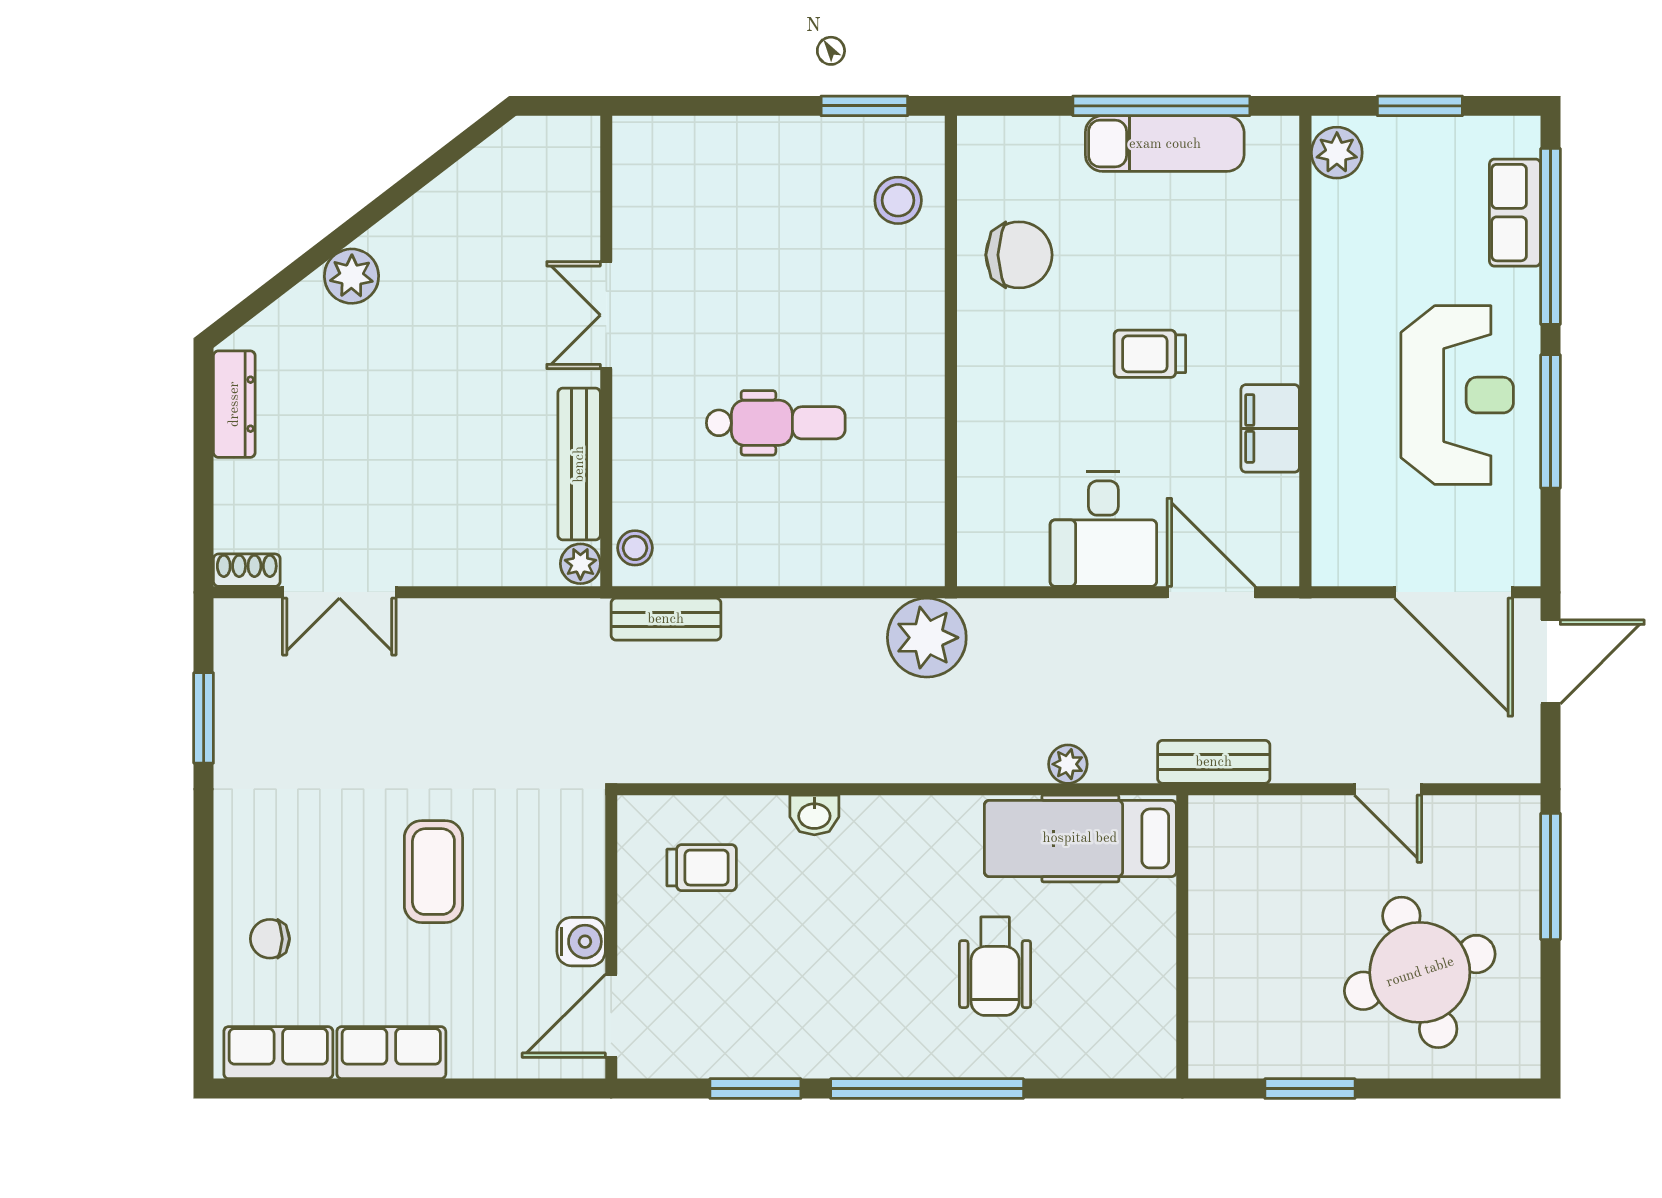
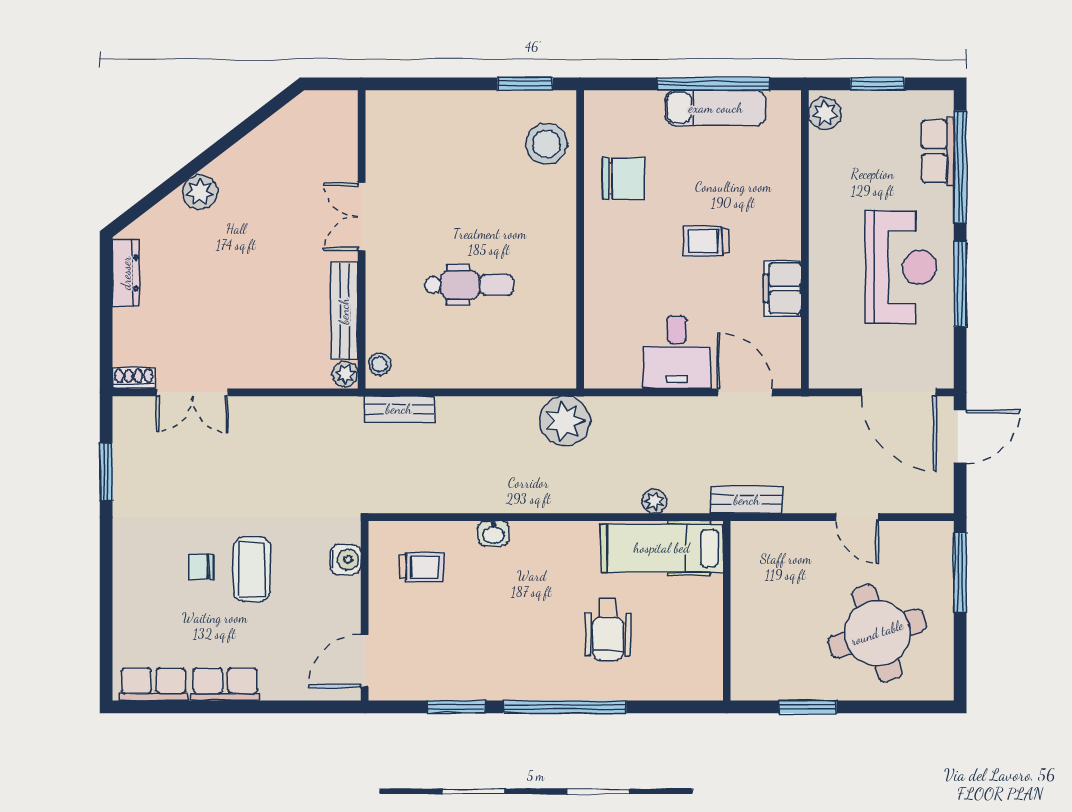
stool: (898, 200) -> (547, 144), width x1.38, depth x1.38
chair: (270, 939) -> (201, 567), moved
water cooler: (581, 942) -> (346, 559), moved

